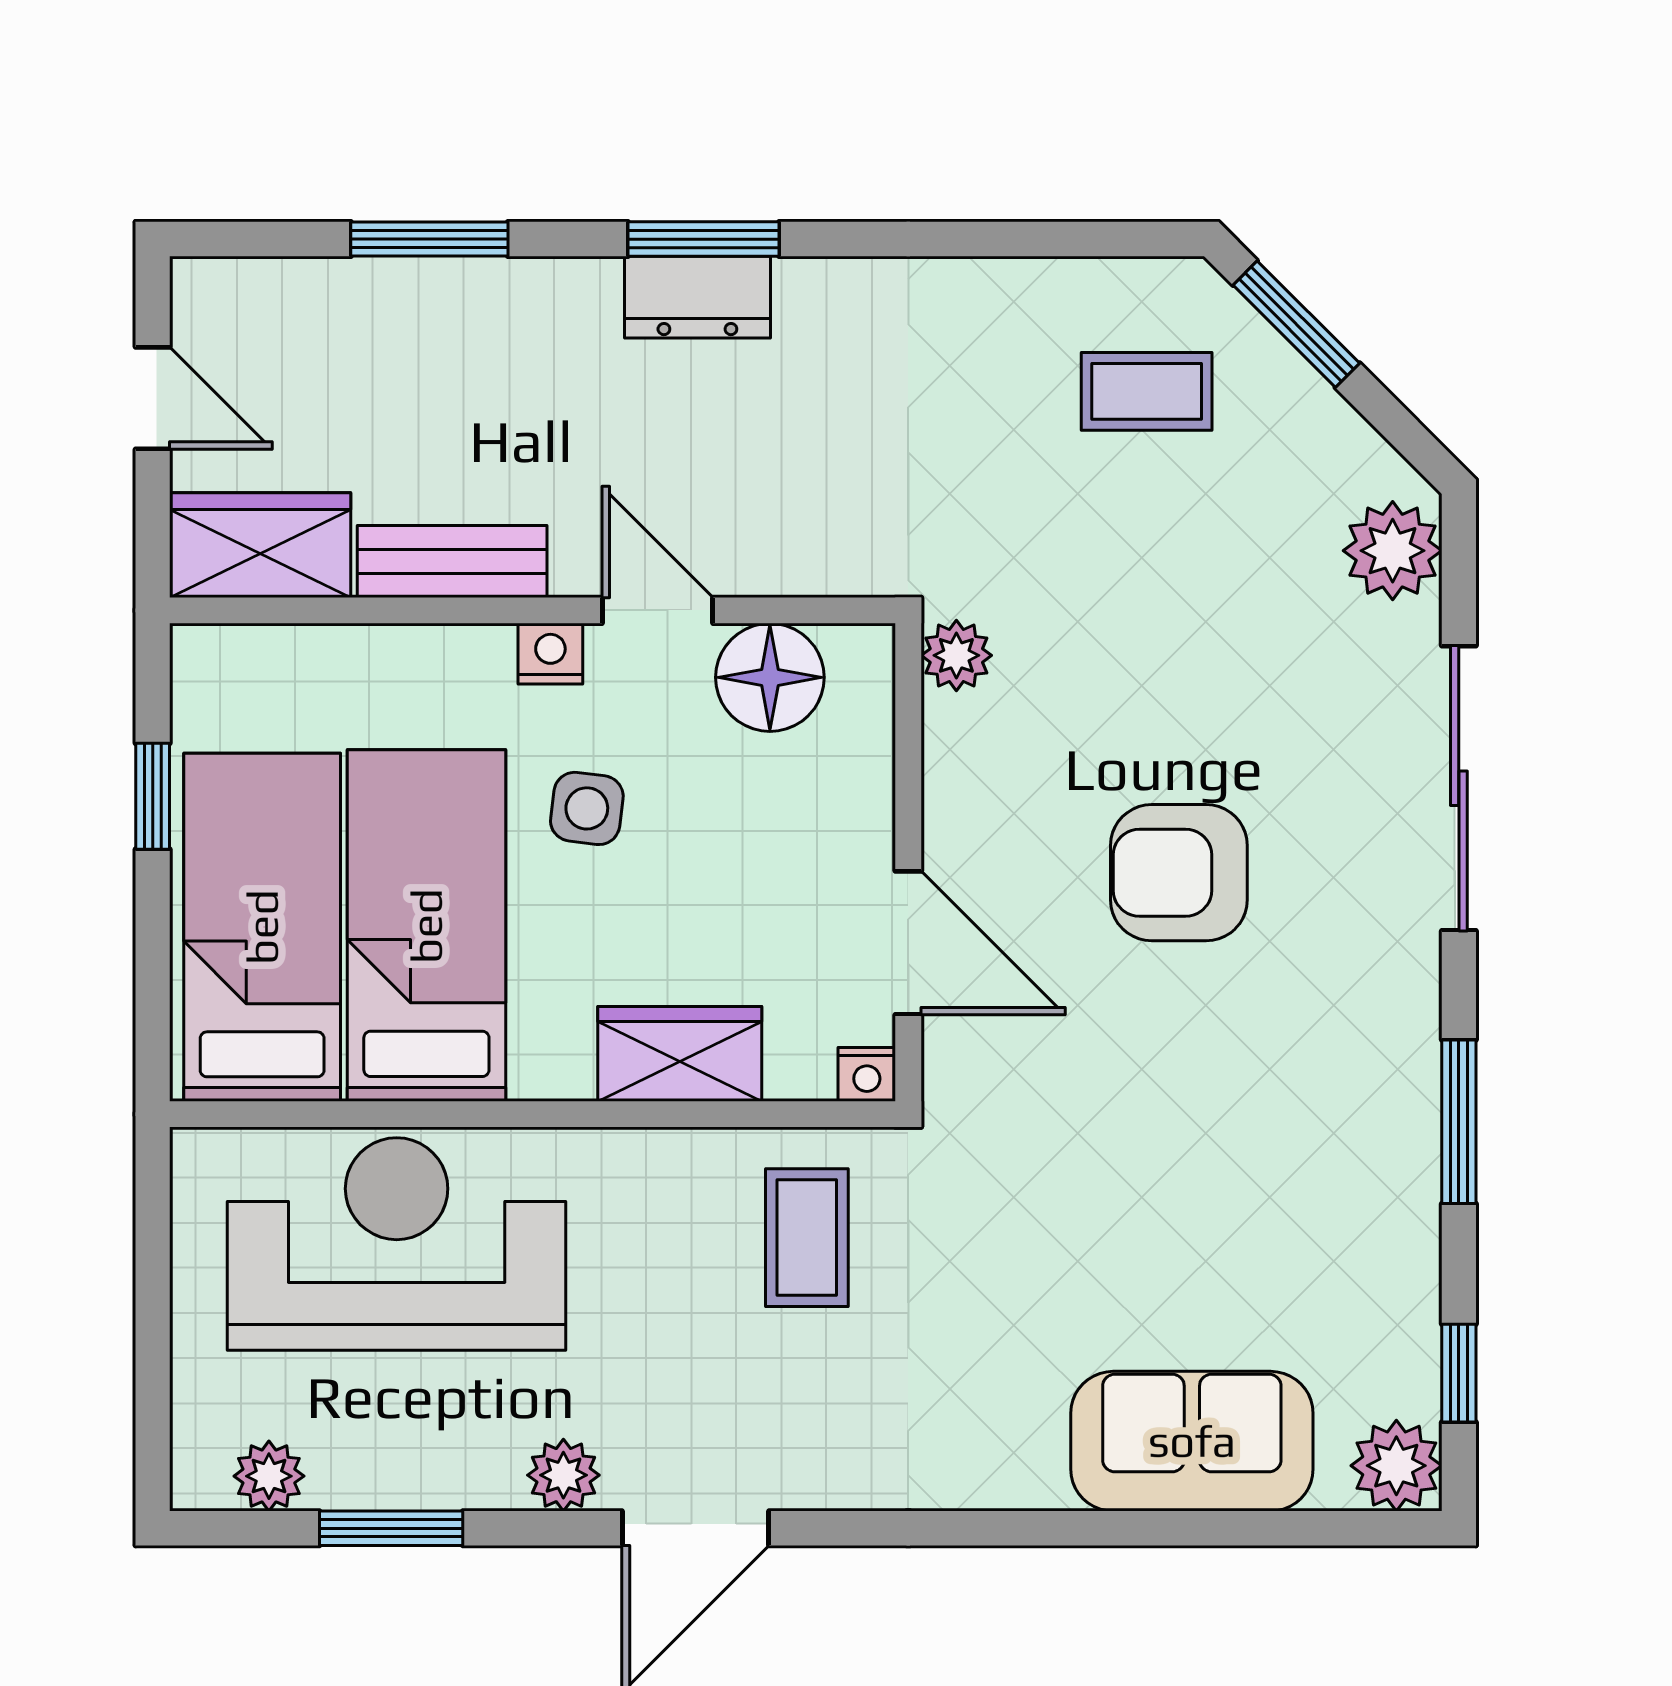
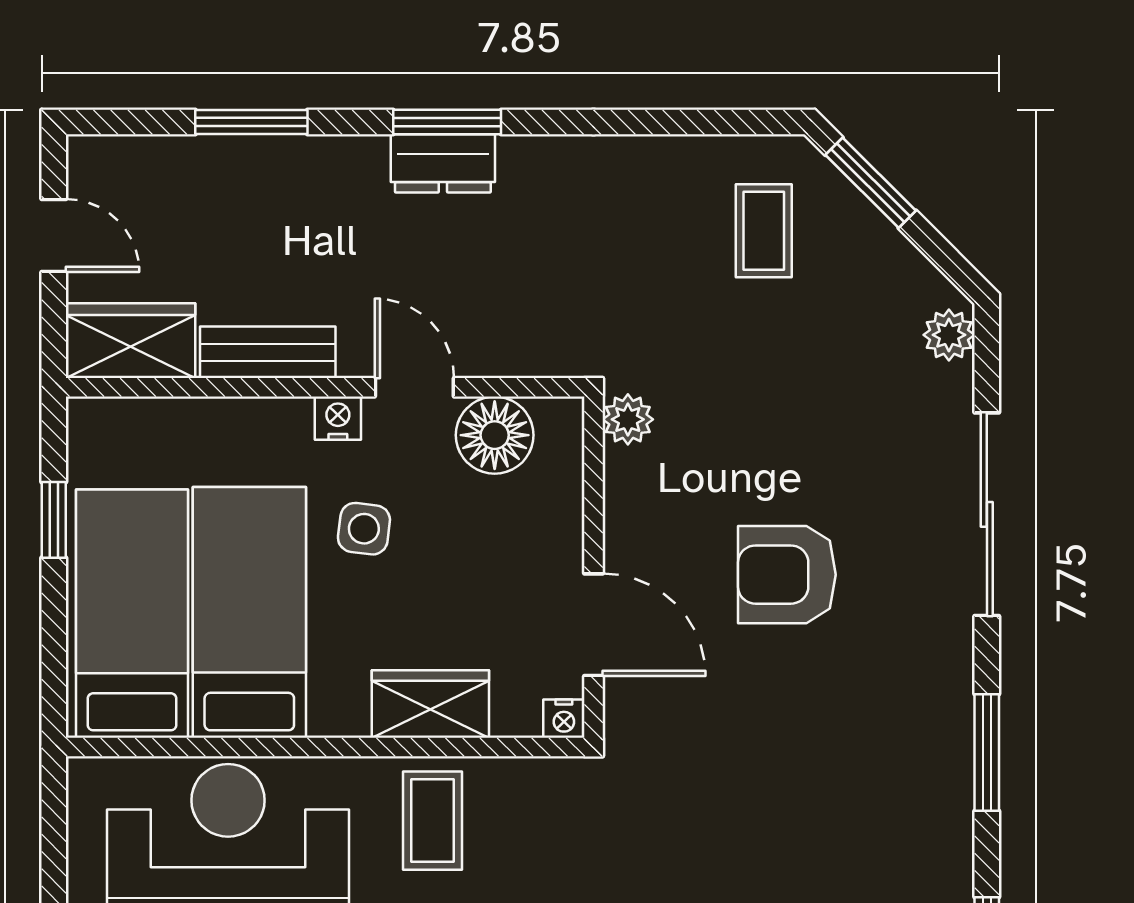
coffee table: (1147, 391) -> (764, 231), turned 90
plant: (1393, 551) -> (949, 335), width x0.73, depth x0.73
coffee table: (807, 1238) -> (433, 821), moved

